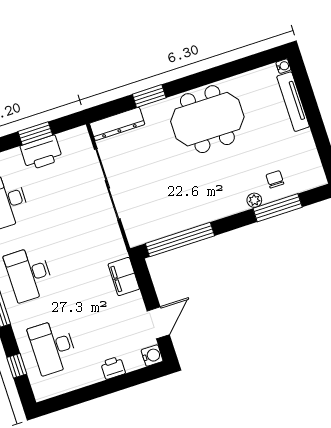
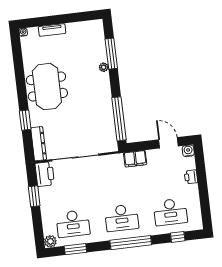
tv unit: (293, 102) -> (52, 30), width x0.71
printer: (41, 153) -> (45, 174), moved
chair: (275, 179) -> (93, 52), removed

